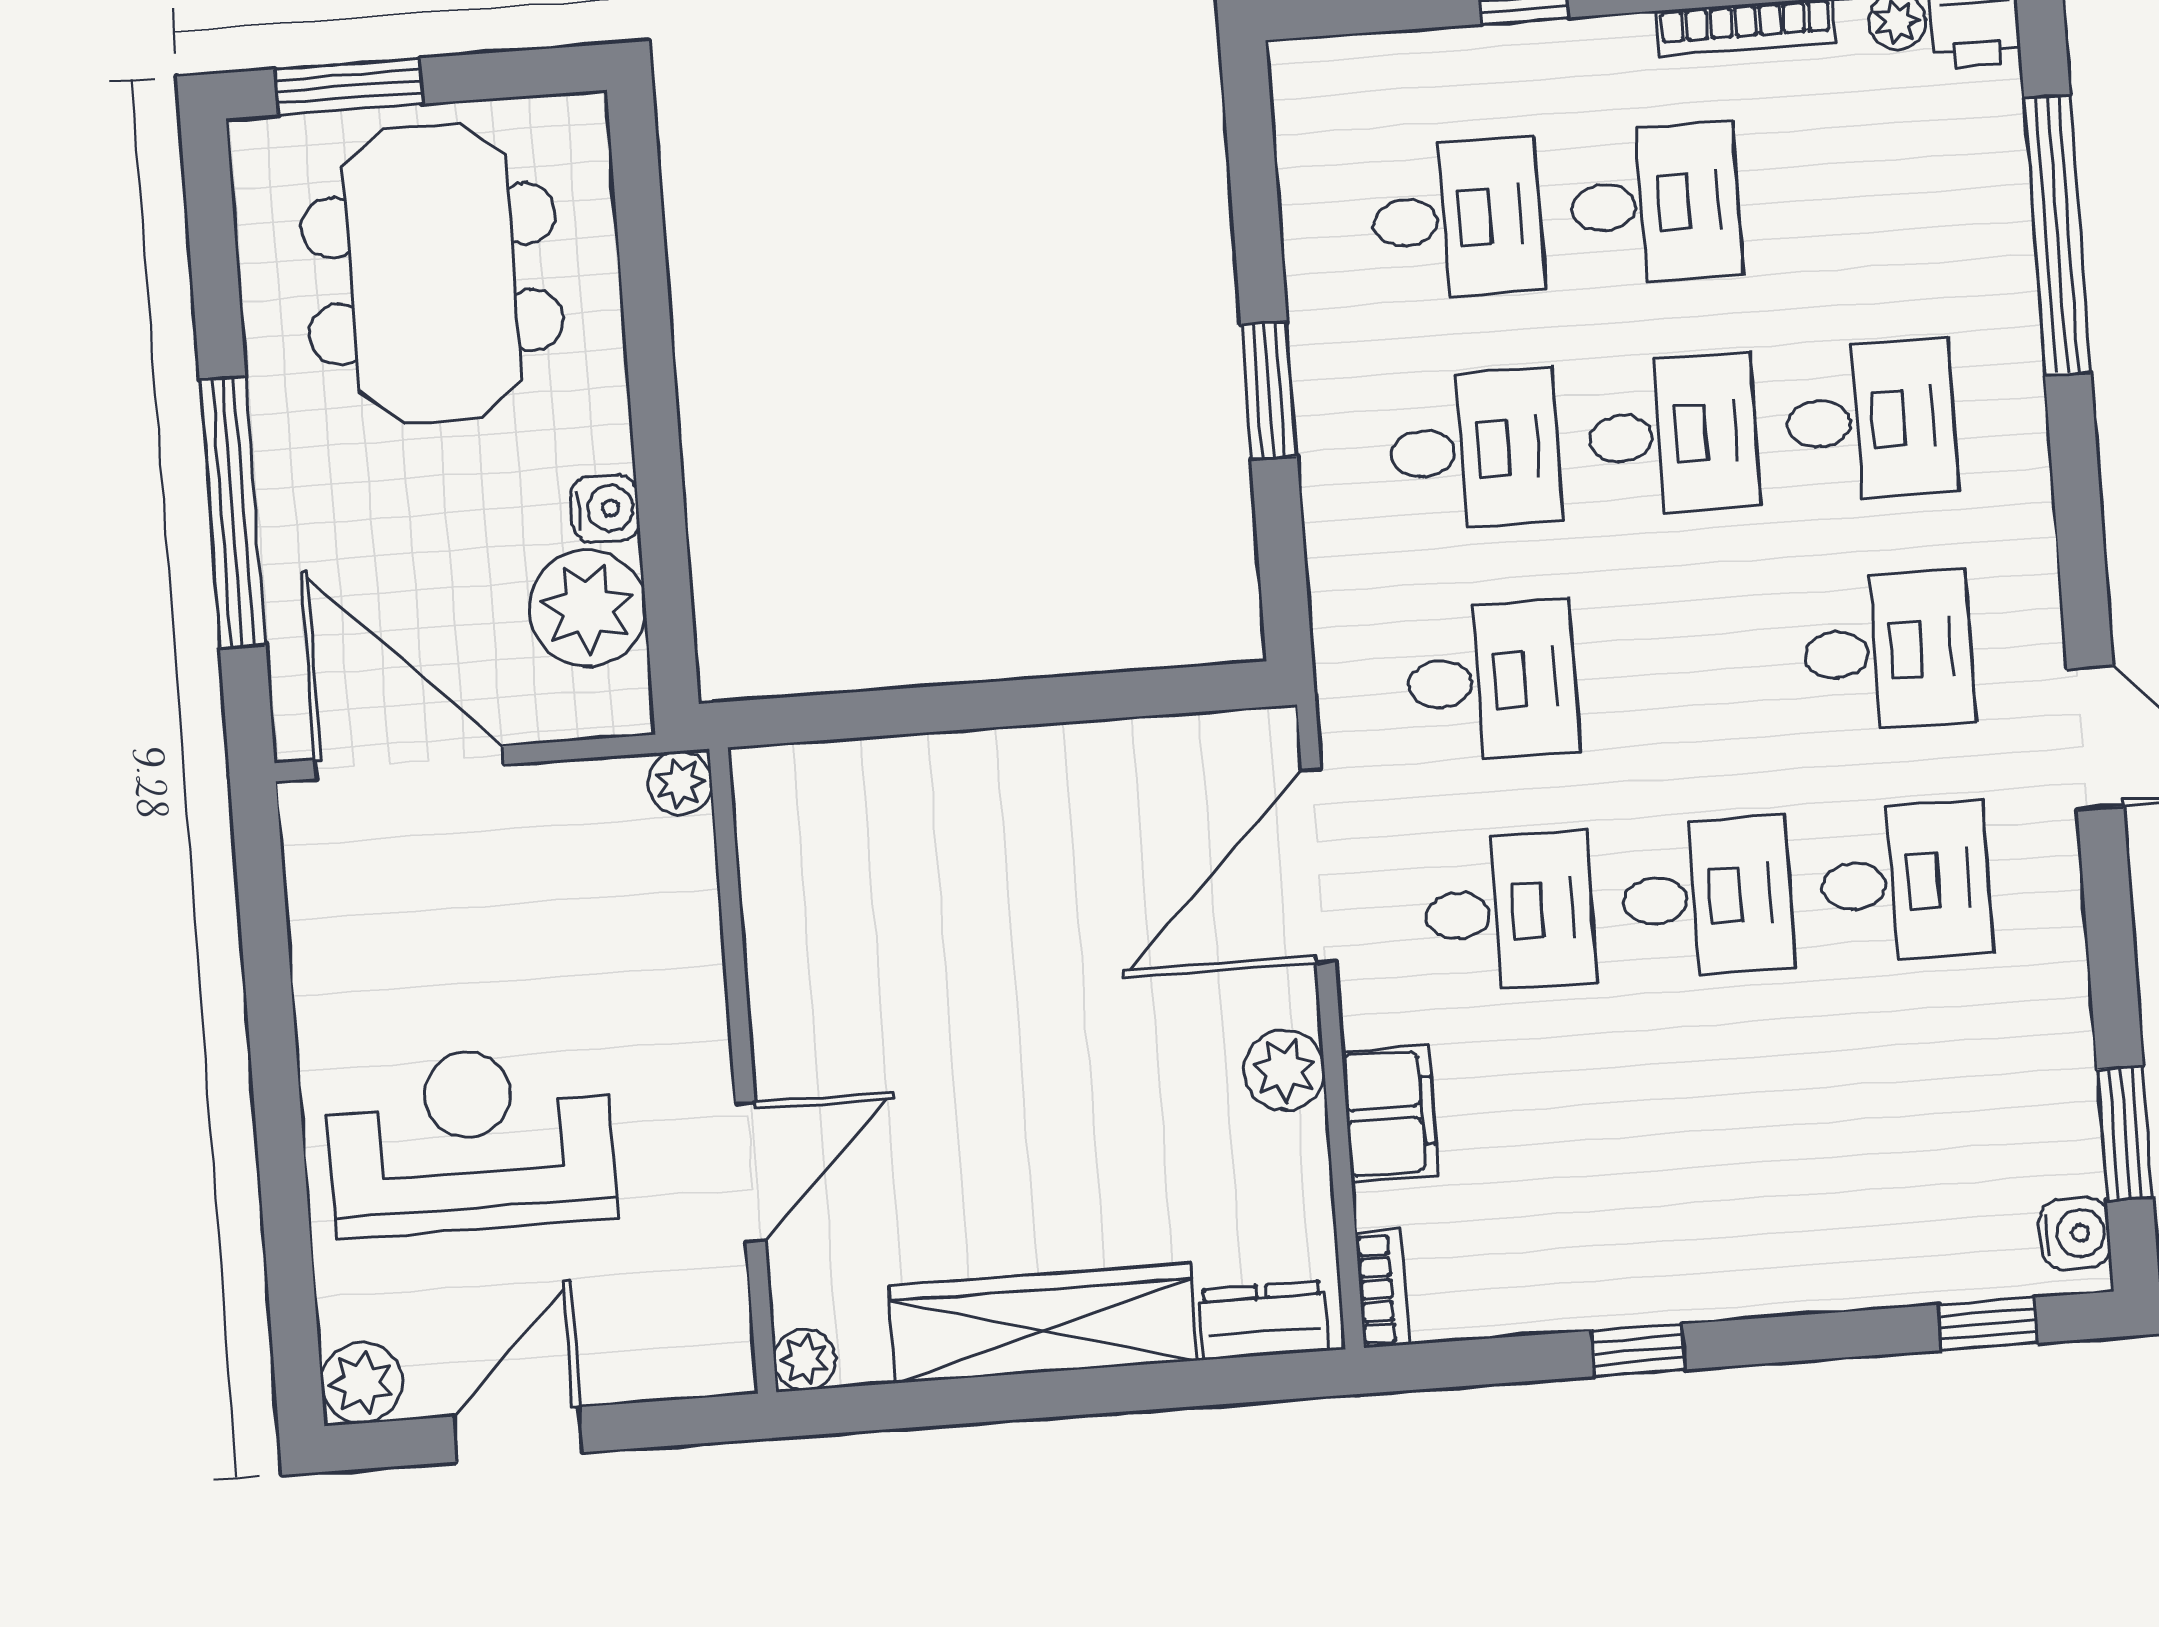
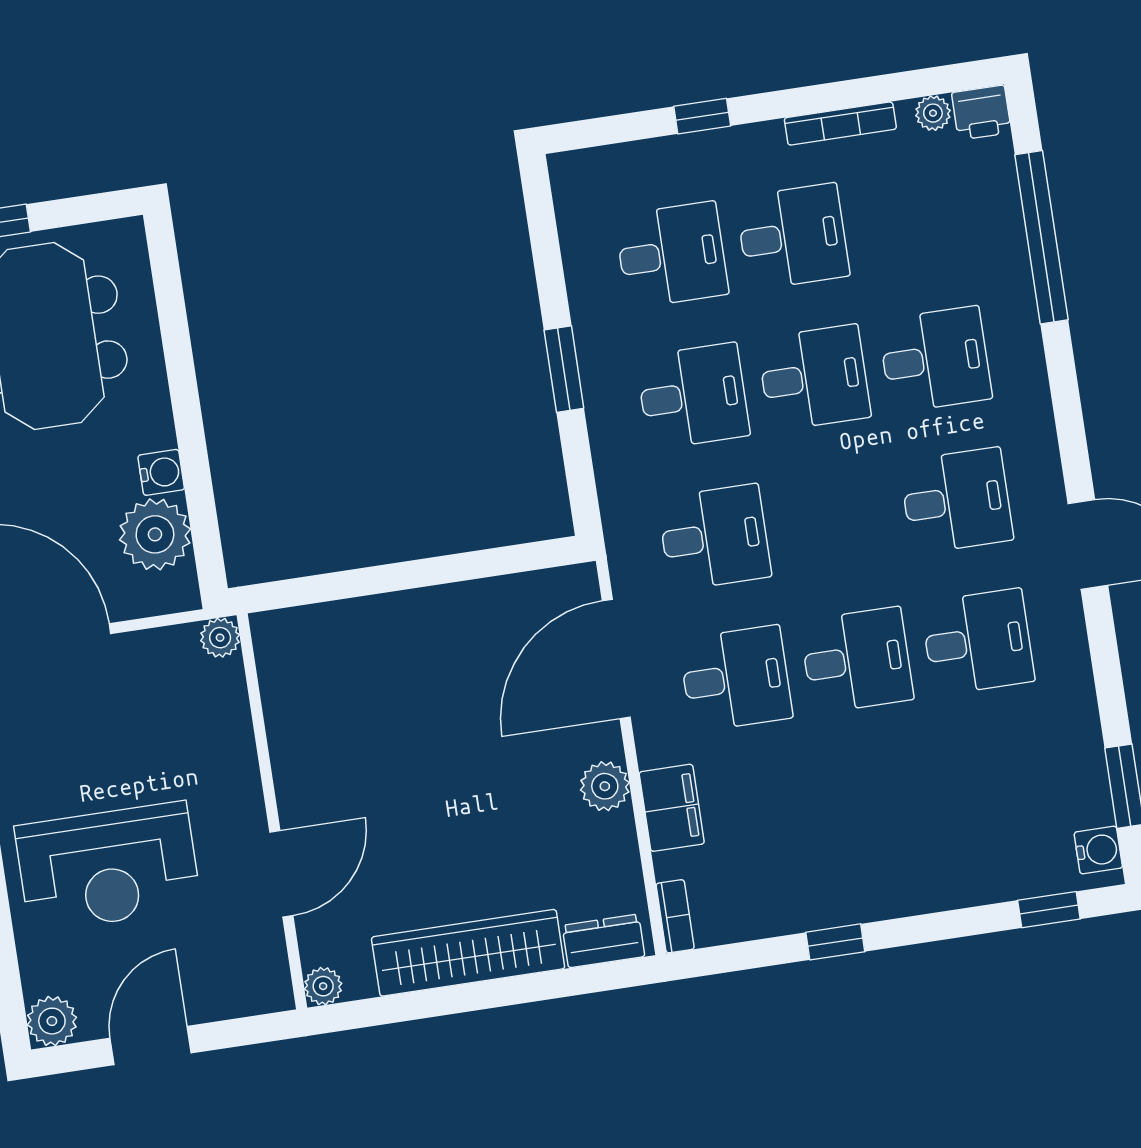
reception desk: (471, 1141) -> (108, 867), turned 180

